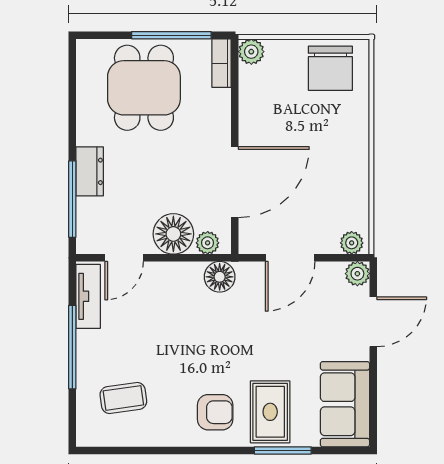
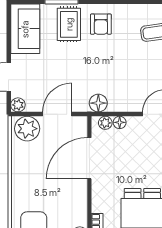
floor lamp: (173, 234) -> (120, 122), width x0.53, depth x0.53
plant: (352, 243) -> (27, 129), width x1.87, depth x1.87
armchair: (215, 412) -> (101, 24), turned -90

